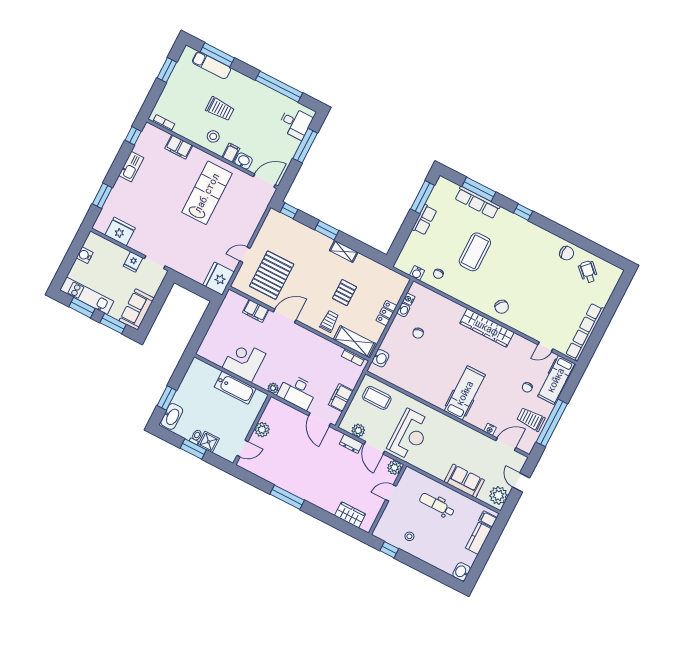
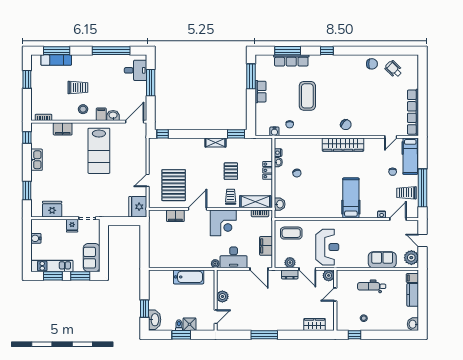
lab bench: (207, 193) -> (99, 151), turned 180
window: (327, 230) -> (236, 134), moved
corner desk: (244, 361) -> (223, 223), moved, turned 180

